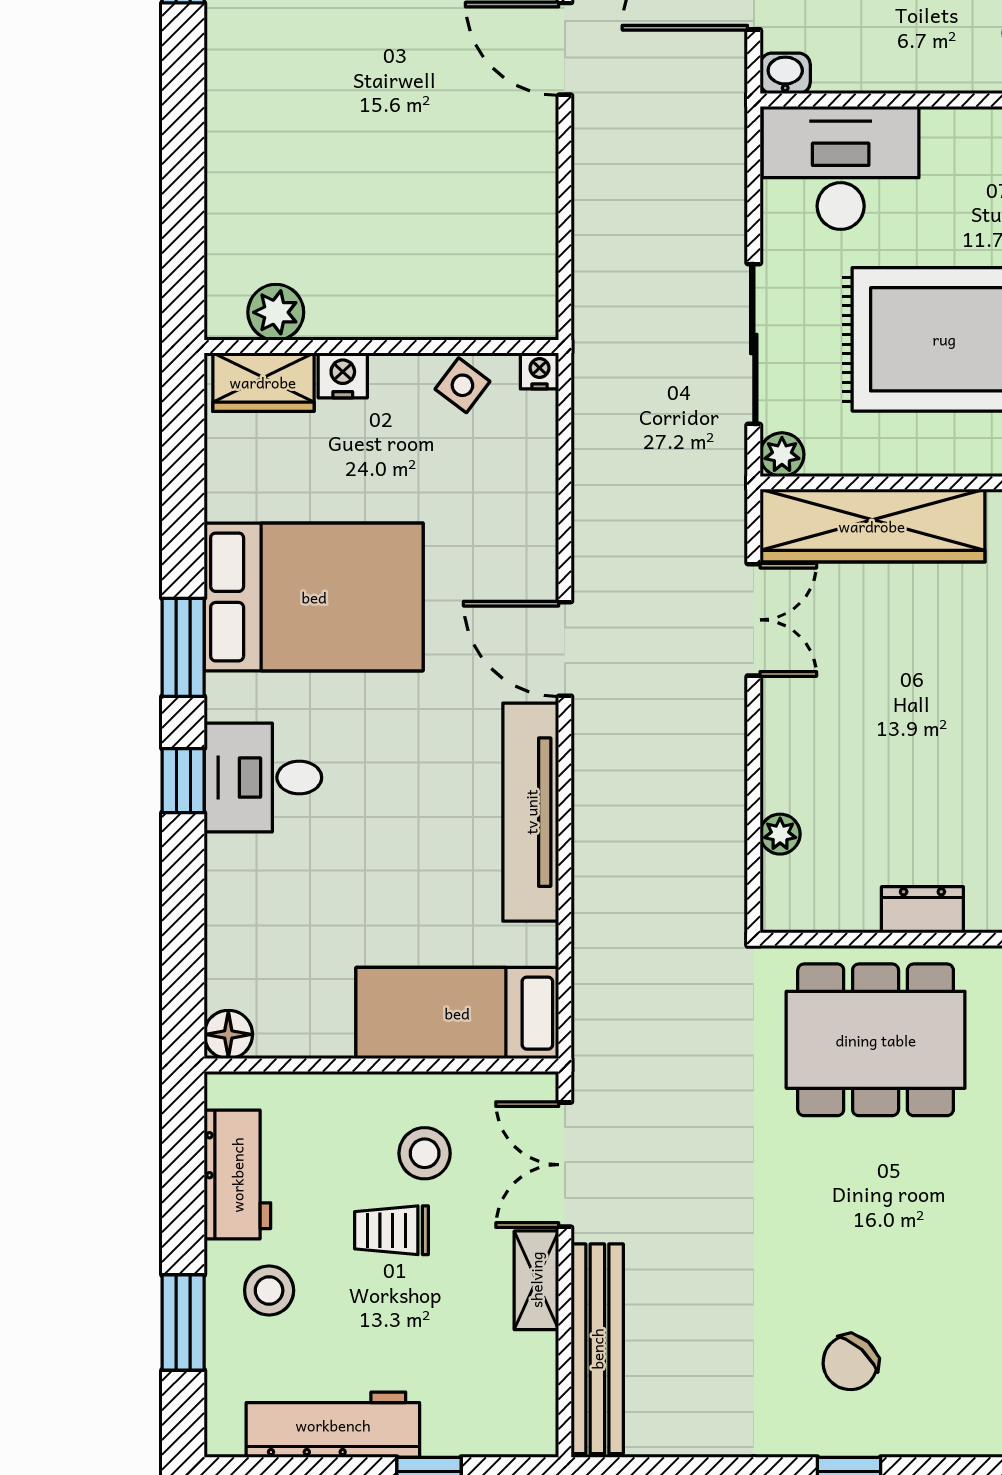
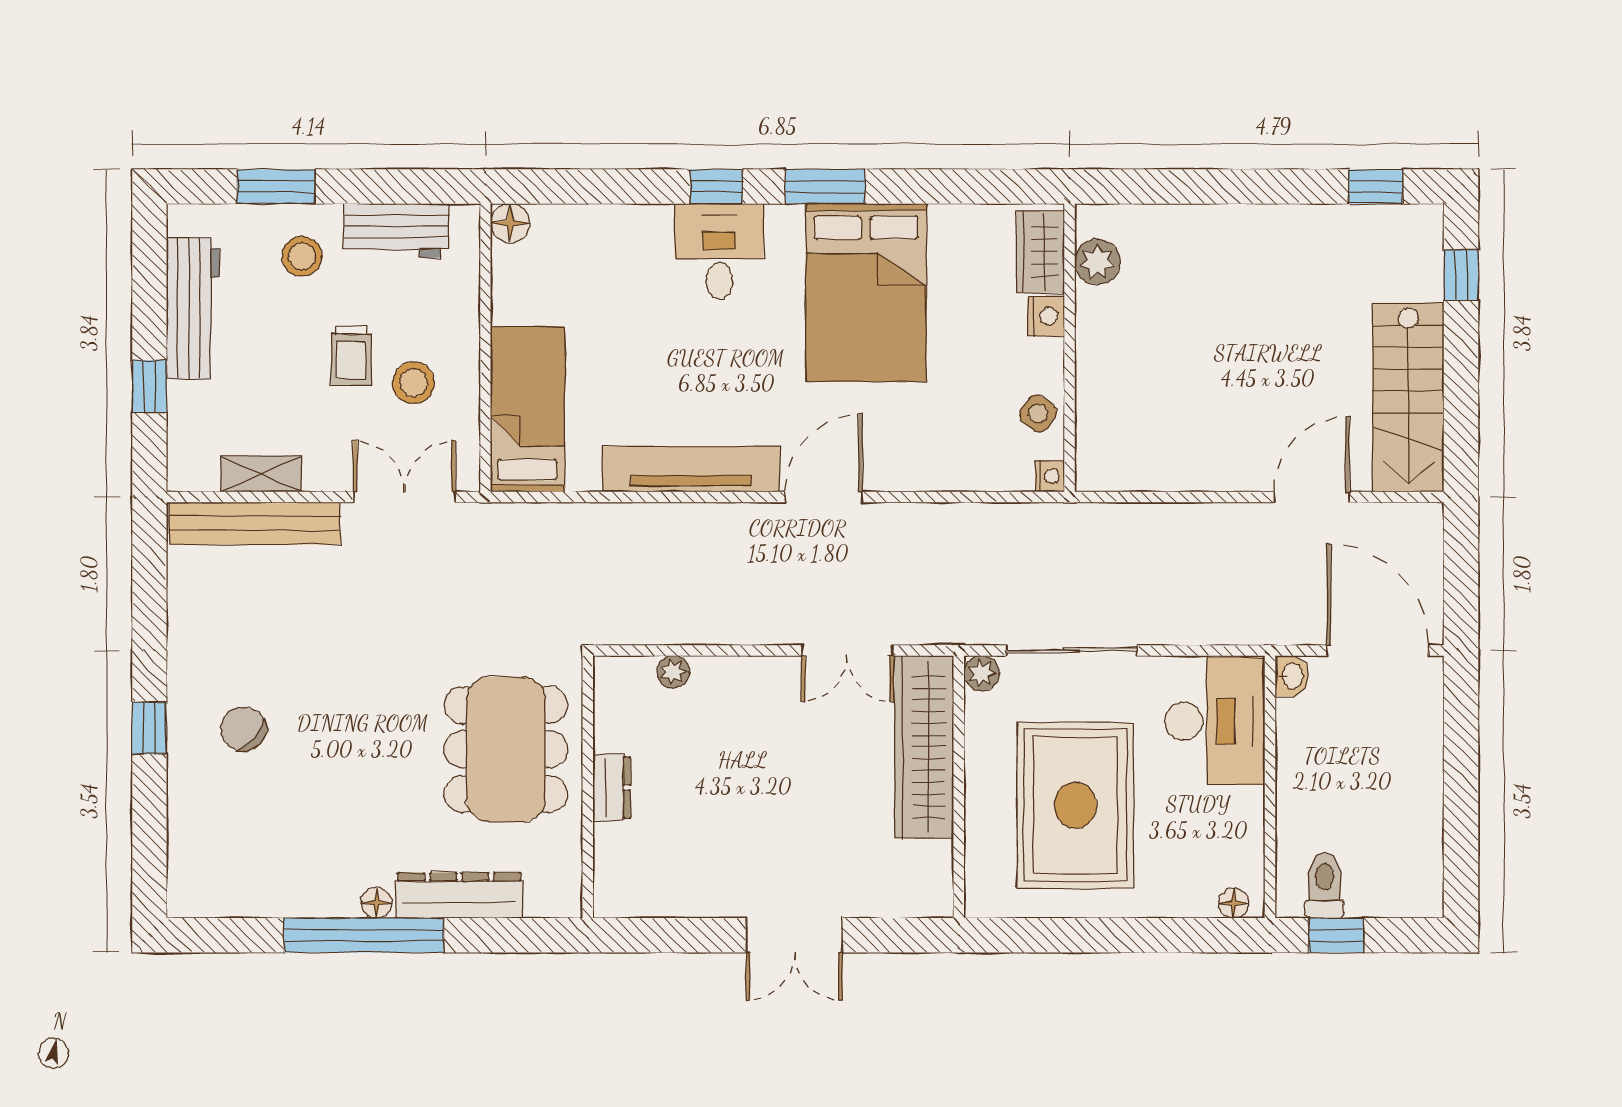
trolley: (391, 1230) -> (351, 356), turned 180
shelving: (536, 1280) -> (261, 474), moved

